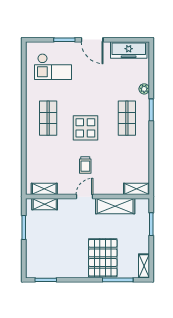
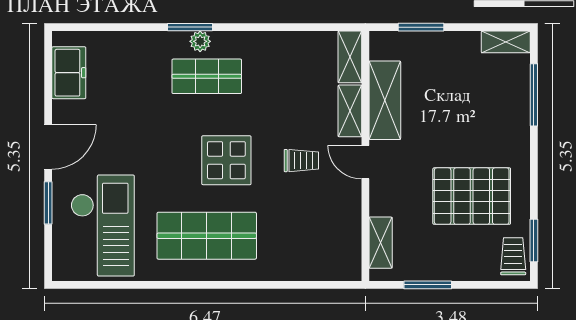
freezer: (129, 50) -> (69, 73), width x0.71
checkout: (53, 67) -> (103, 226), width x1.36, depth x1.21
plant: (144, 89) -> (200, 41), moved
shop shelf: (48, 118) -> (207, 236), width x1.43, depth x1.36
shelving: (44, 189) -> (350, 111), moved
pallet: (103, 258) -> (472, 196), moved
trolley: (38, 270) -> (513, 256), added

